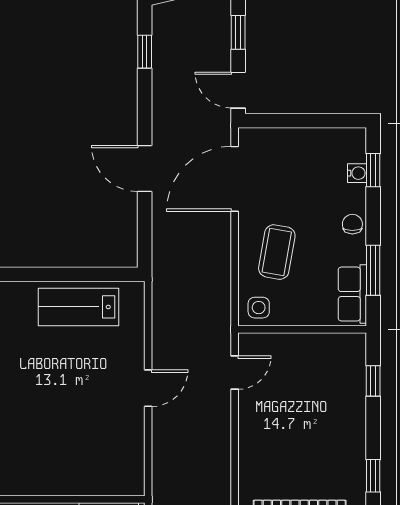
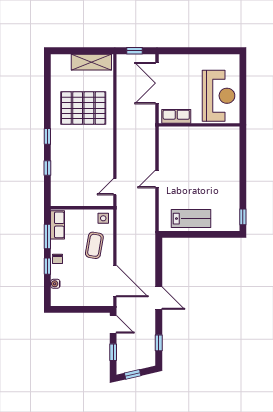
door: (145, 169) -> (159, 298), moved
window: (373, 170) -> (47, 266), moved
door: (235, 179) -> (115, 281), hinge flipped
window: (373, 381) -> (47, 168), moved

